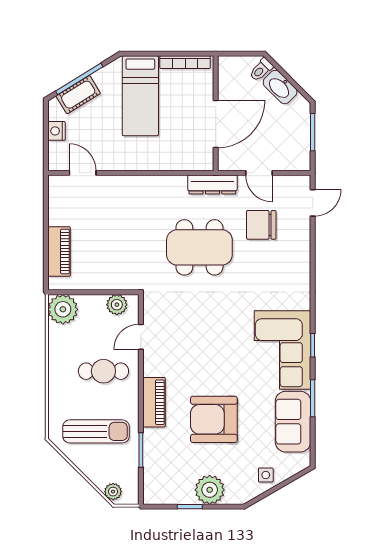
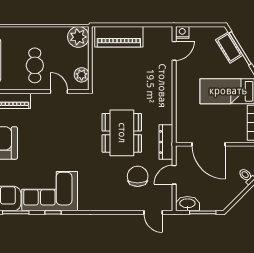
washbasin: (280, 87) -> (187, 204), moved, turned 45
nightstand: (56, 131) -> (182, 32), moved
piano: (59, 251) -> (119, 37), width x1.37, depth x1.33

